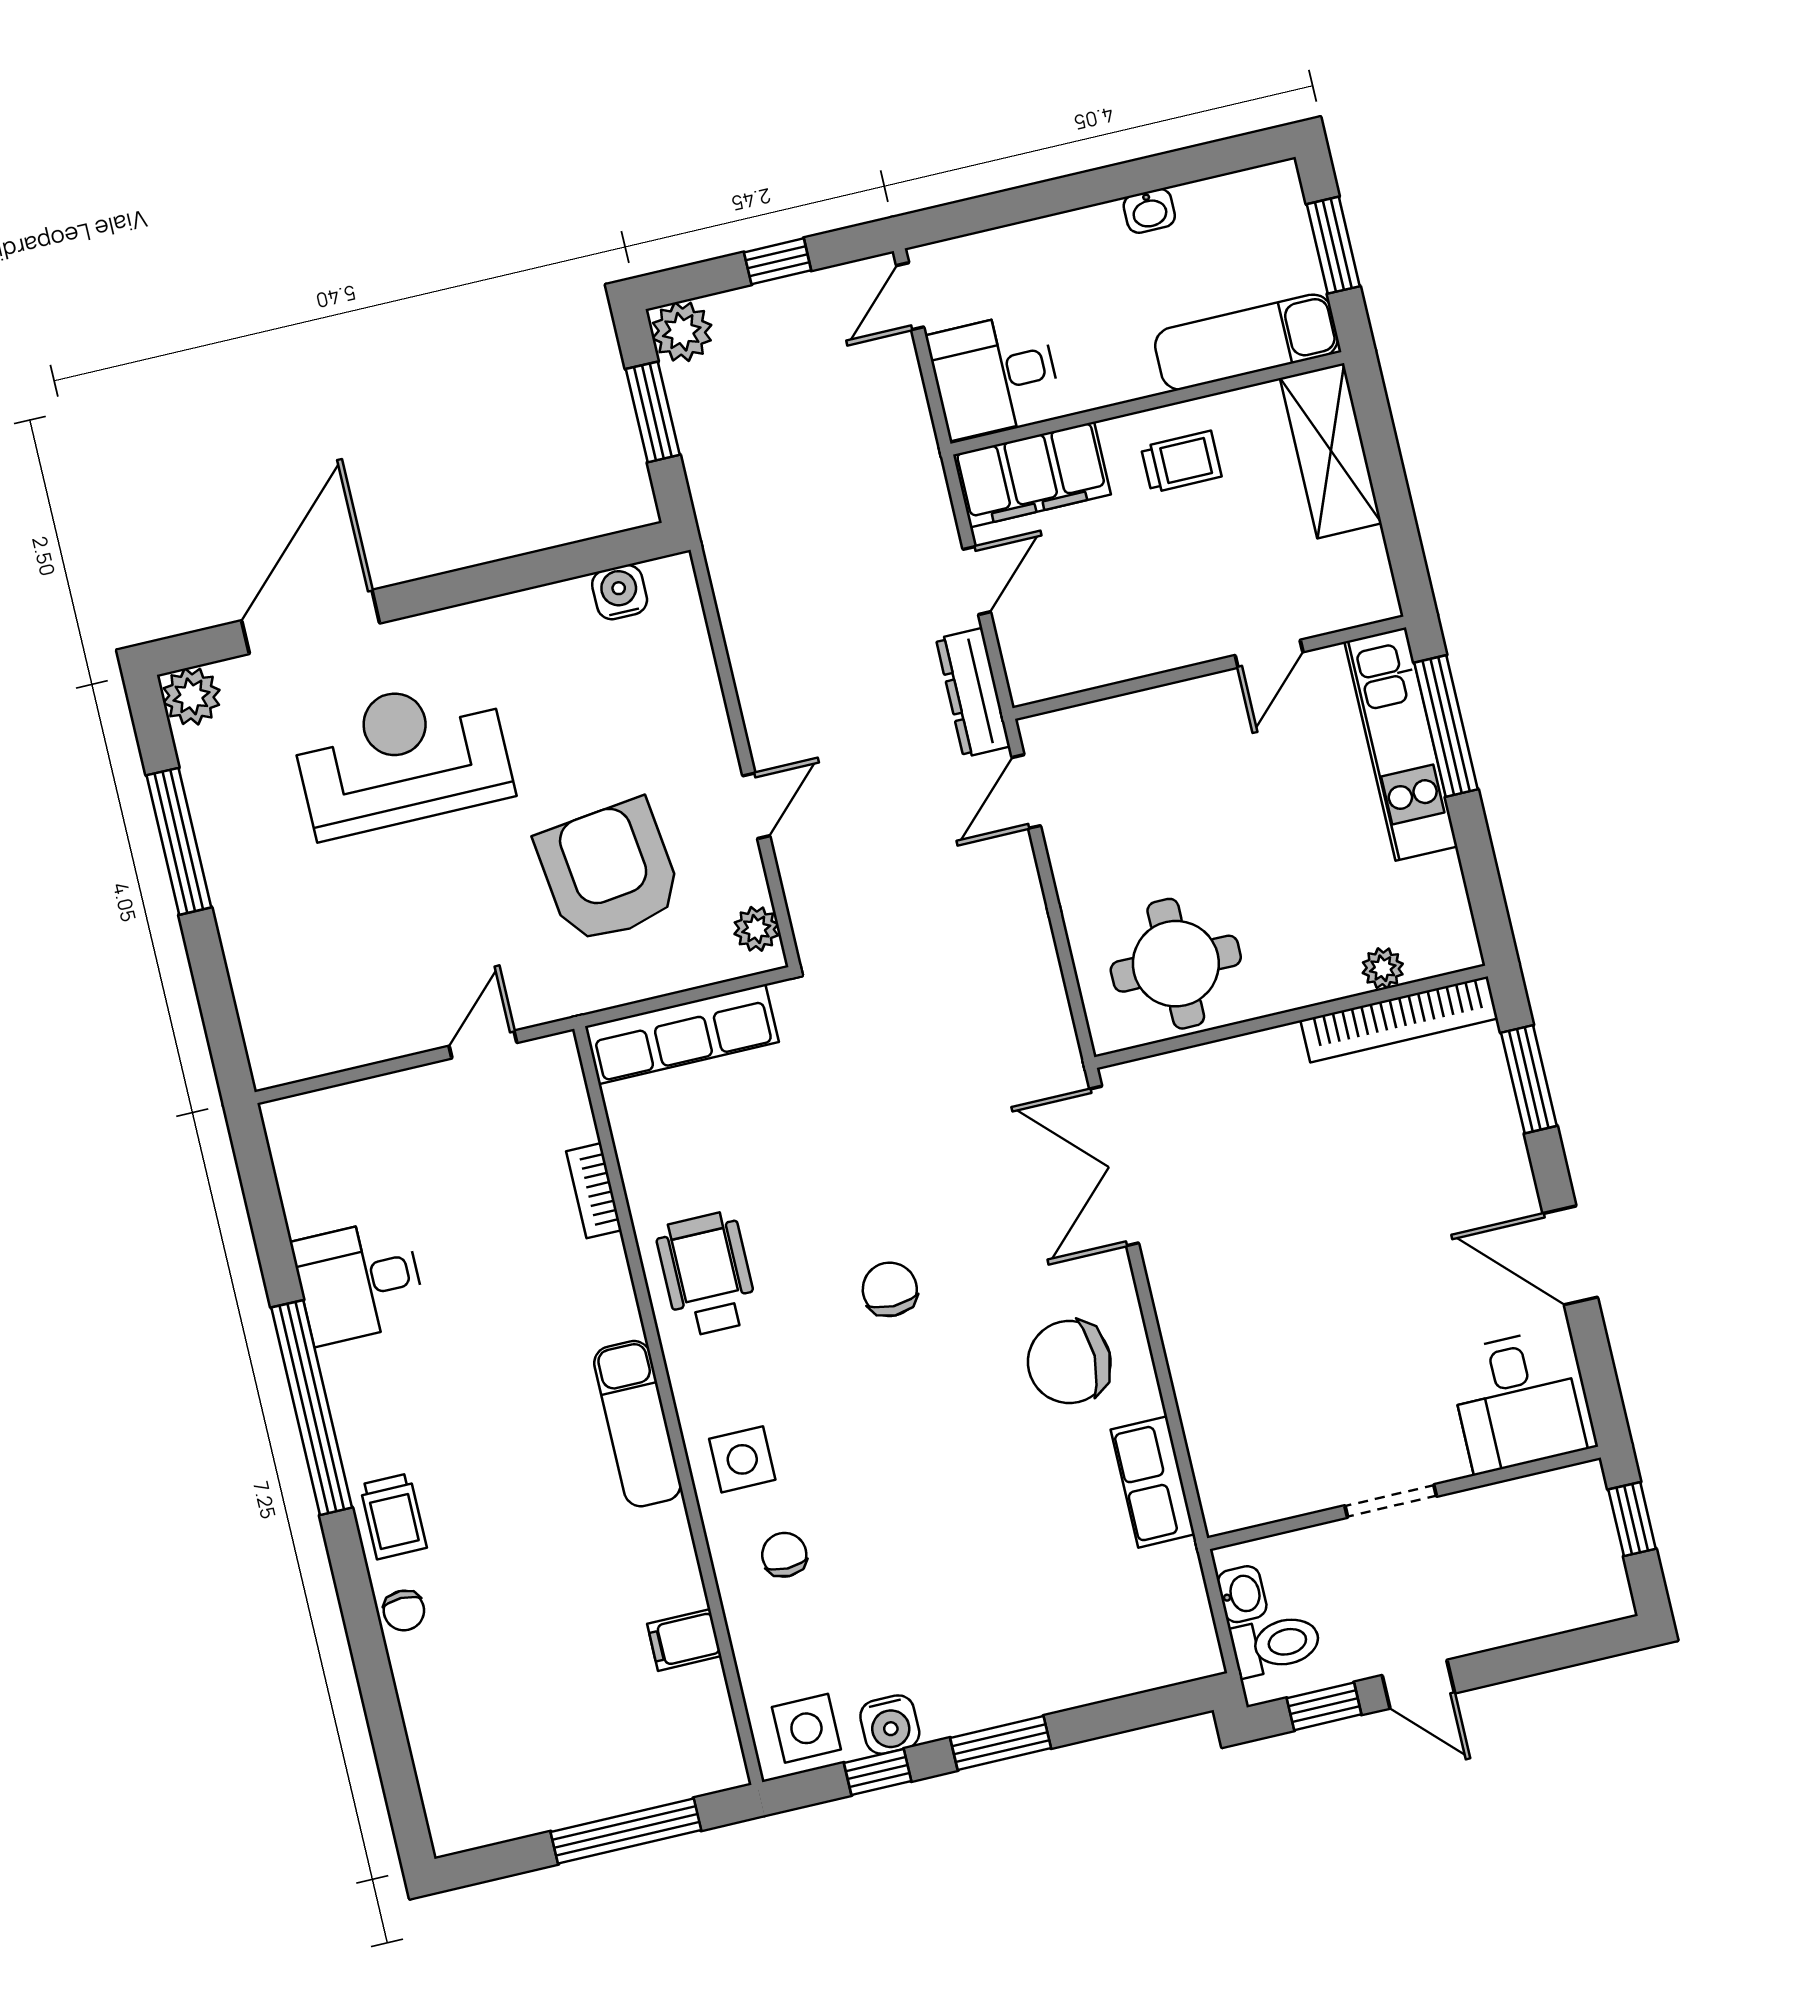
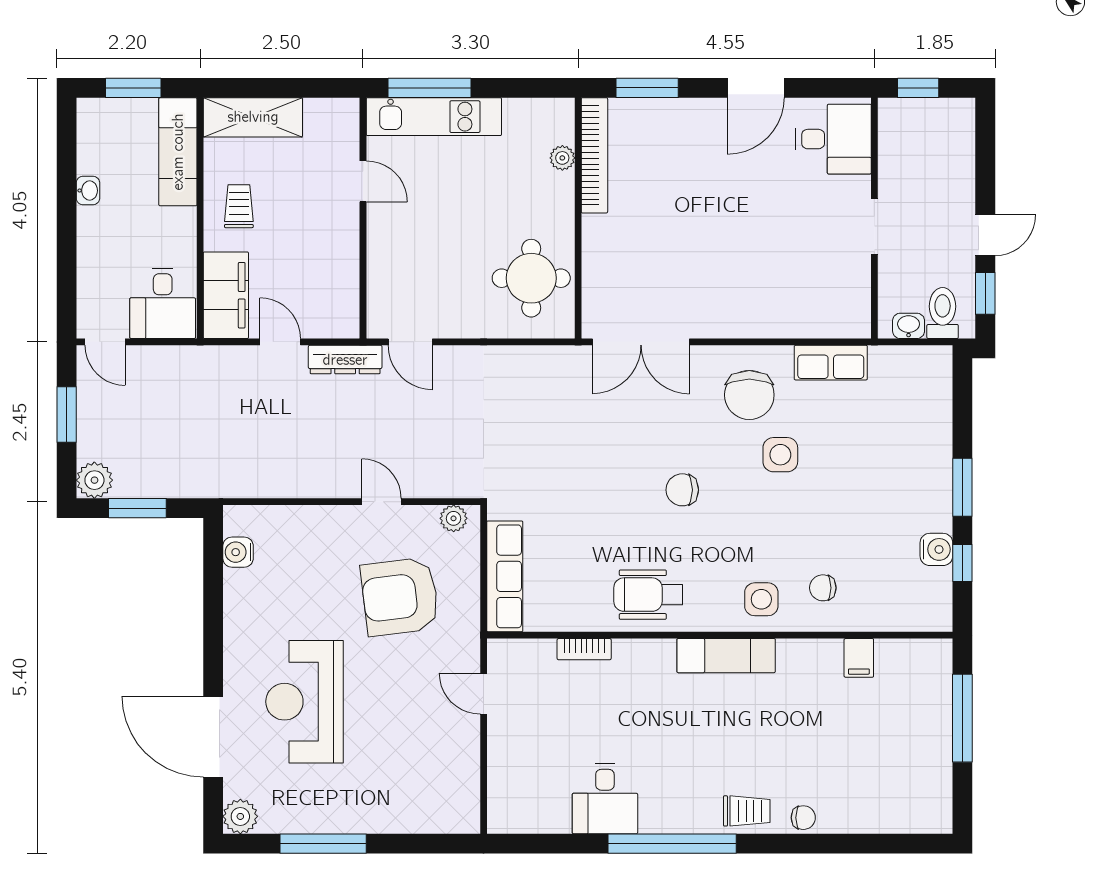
window: (778, 261) -> (67, 415), width x1.50
side table: (806, 1728) -> (780, 455), moved

